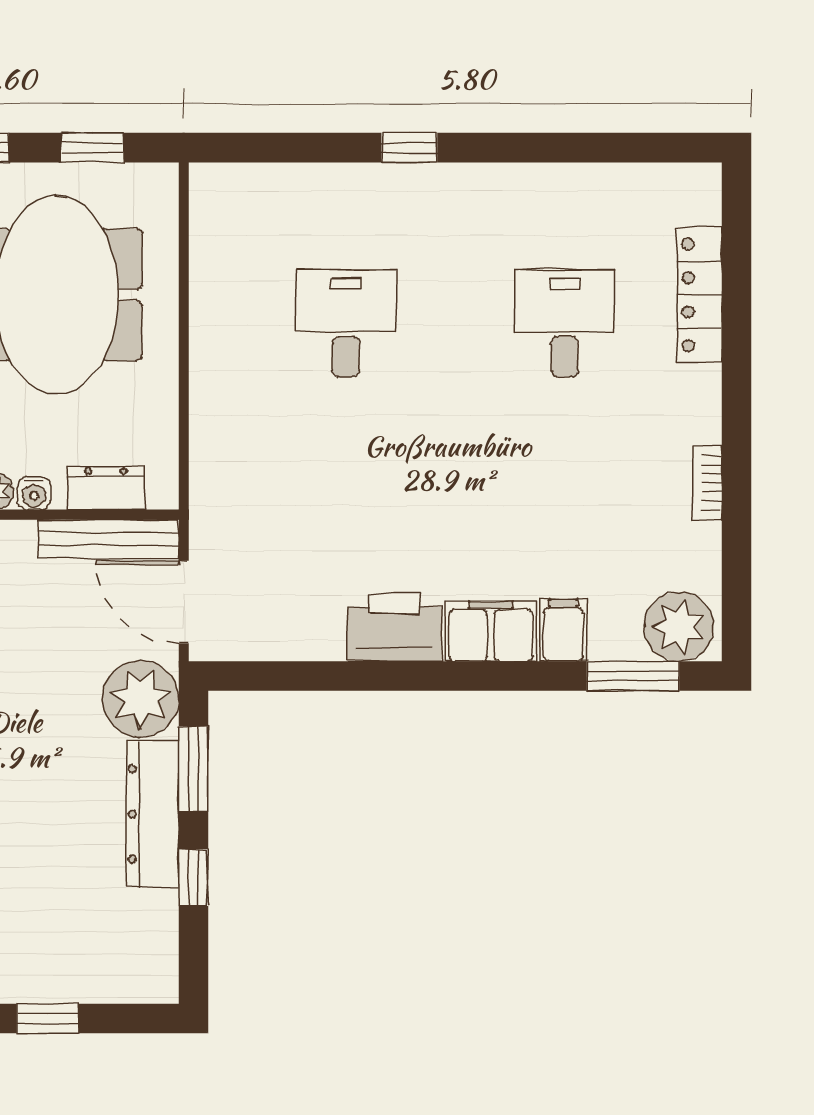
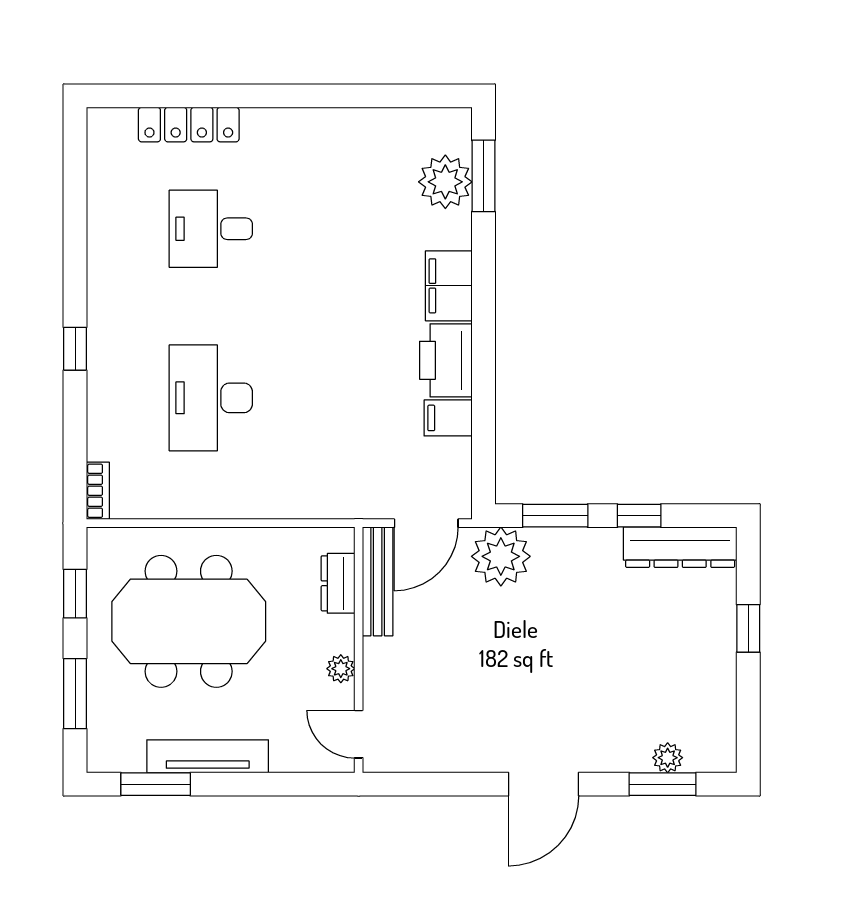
desk: (346, 323) -> (211, 398), width x1.37
bookcase: (707, 483) -> (98, 491), moved, turned -90
water cooler: (34, 493) -> (342, 639), removed
plant: (679, 627) -> (445, 182), moved
filing cabinet: (563, 630) -> (448, 418), moved
dresser: (153, 814) -> (680, 547), moved

